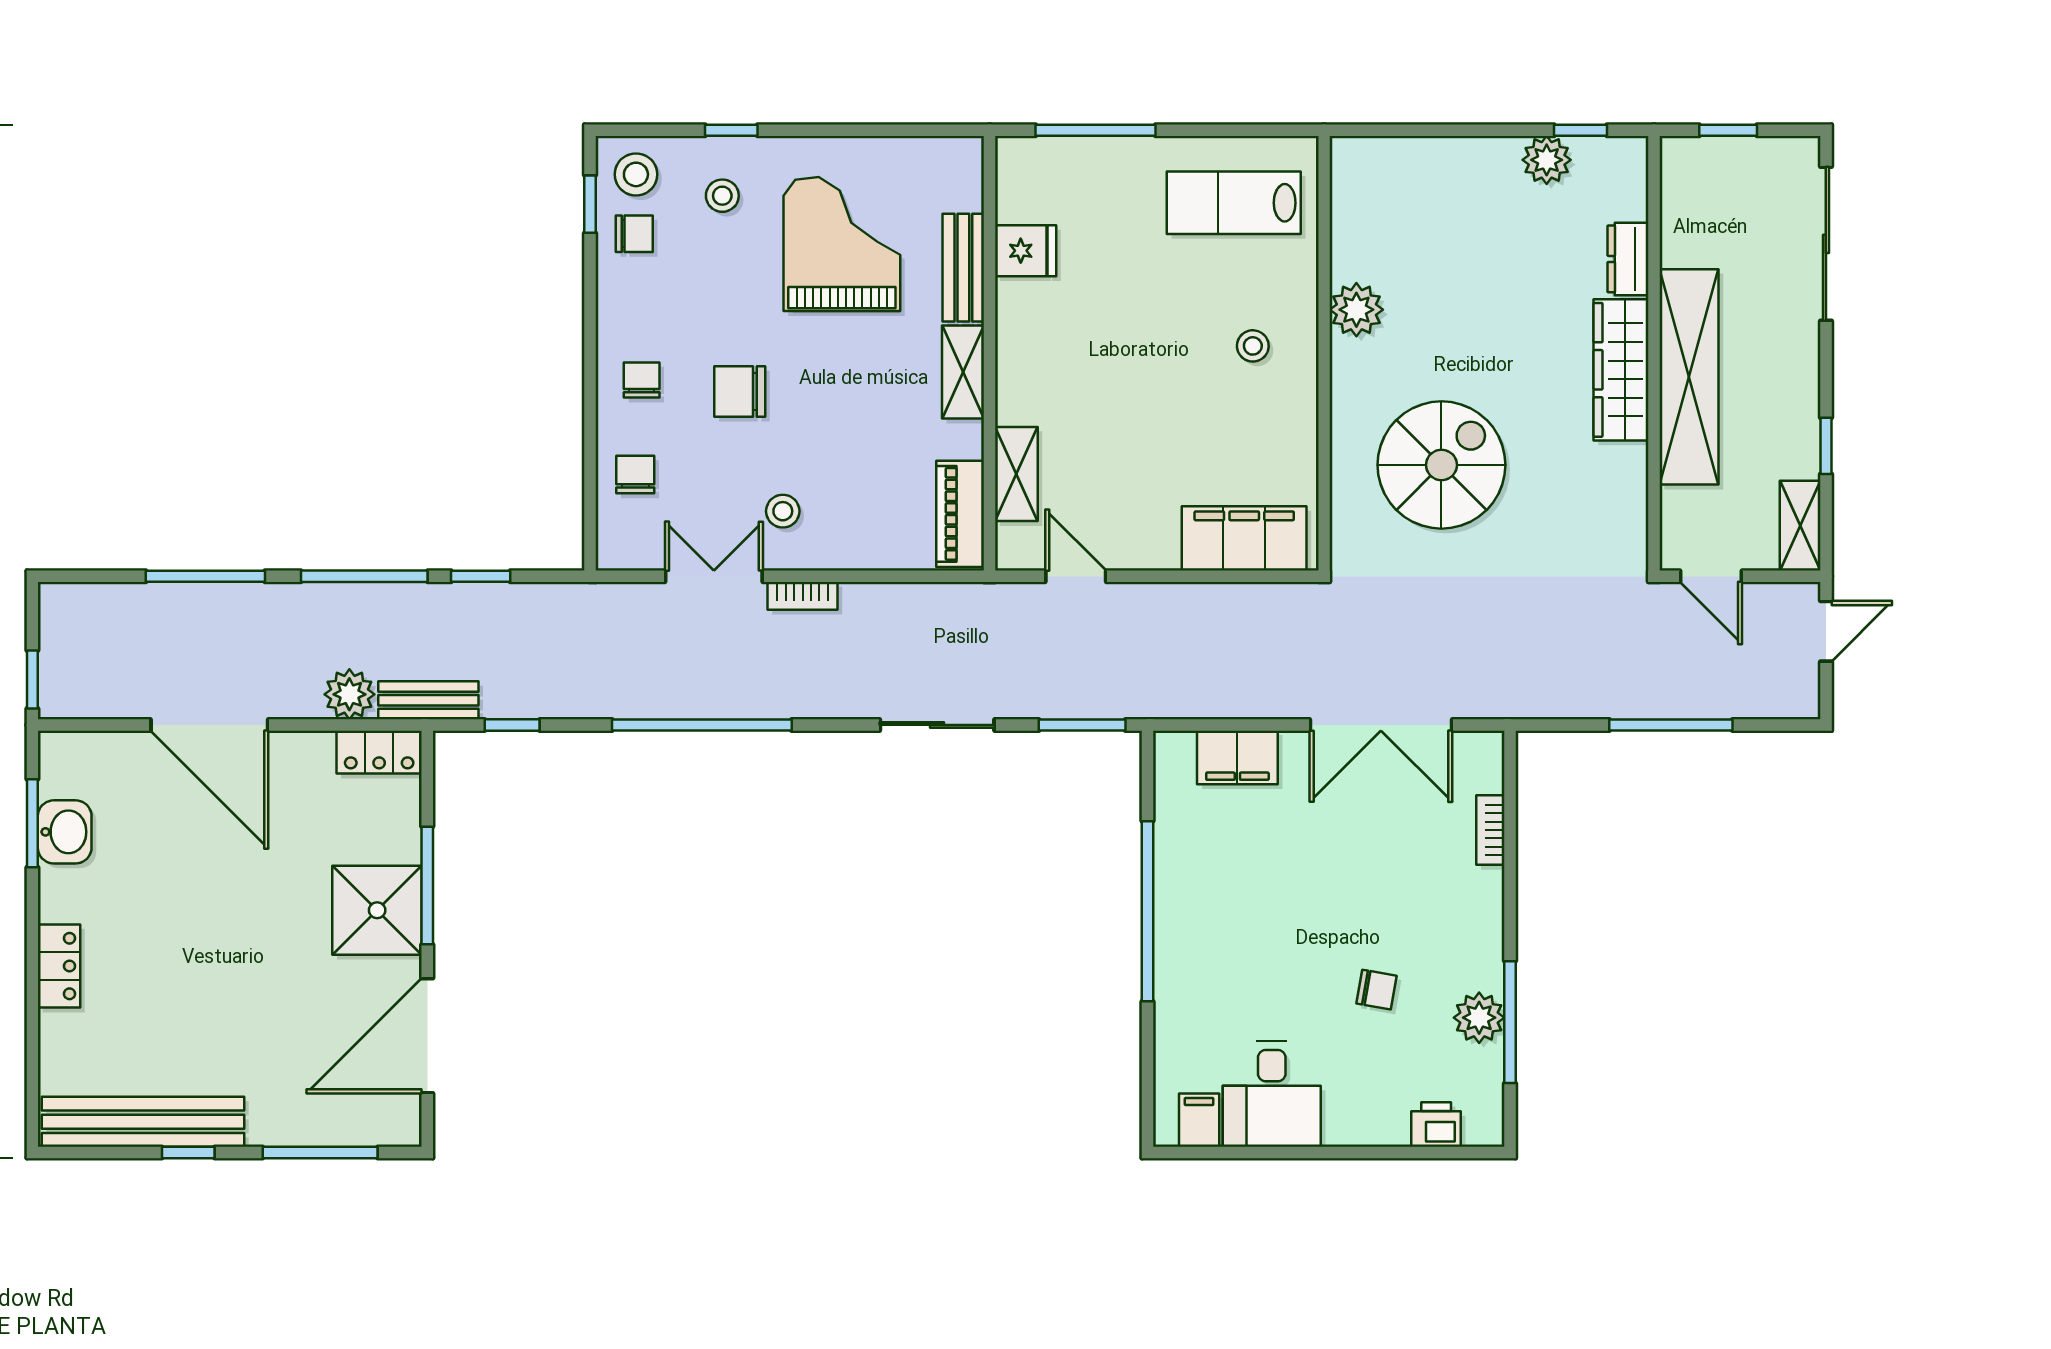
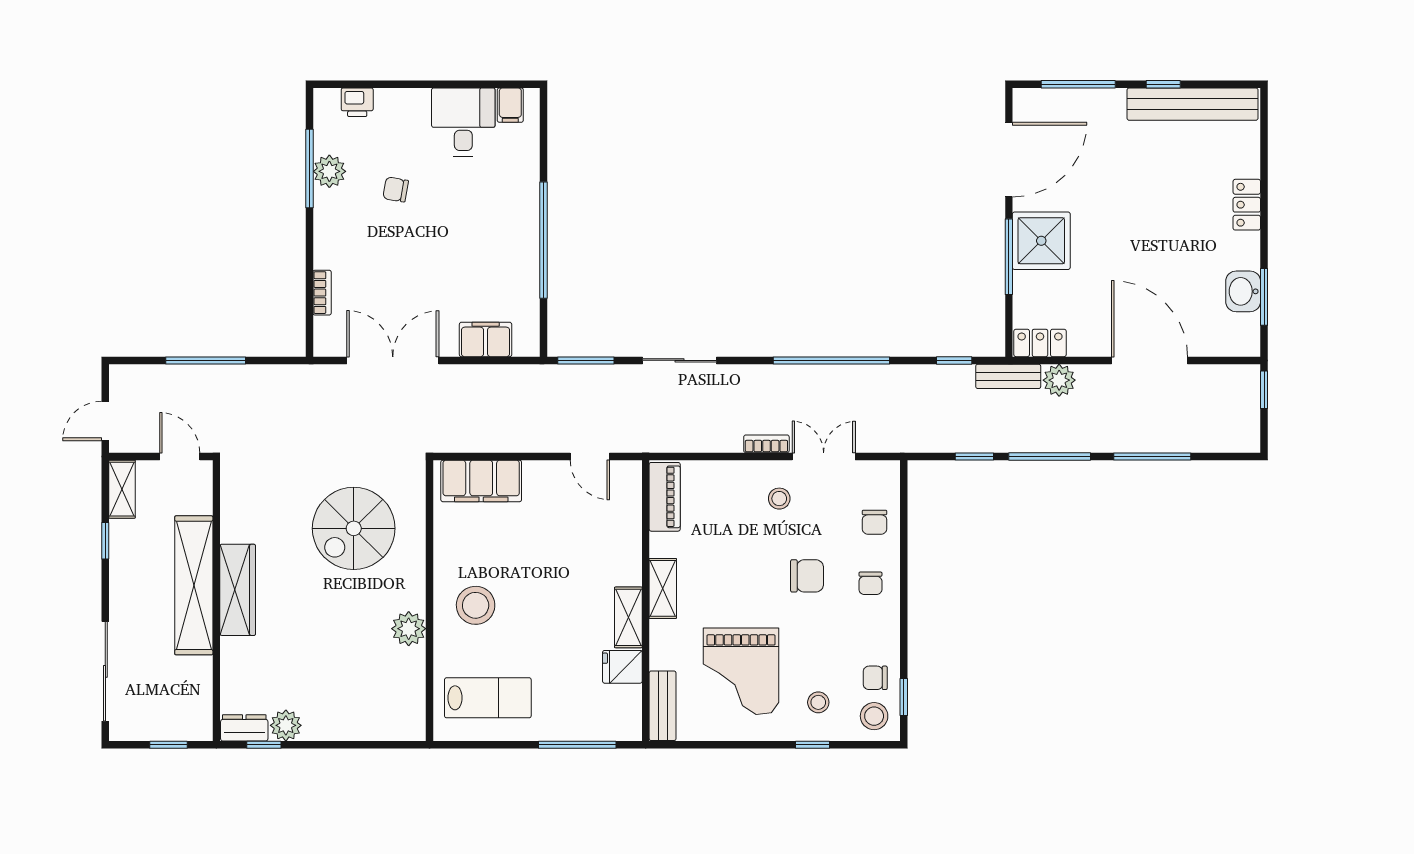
dresser: (1628, 259) -> (244, 728), moved, turned -90
bench: (963, 268) -> (663, 706), moved
stool: (1253, 346) -> (476, 605), width x1.89, depth x1.89
shelving: (1016, 474) -> (628, 617), moved
double door: (714, 576) -> (824, 456), swing flipped

